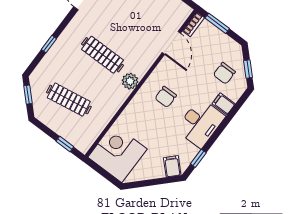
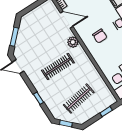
plant: (130, 81) -> (73, 42), moved

